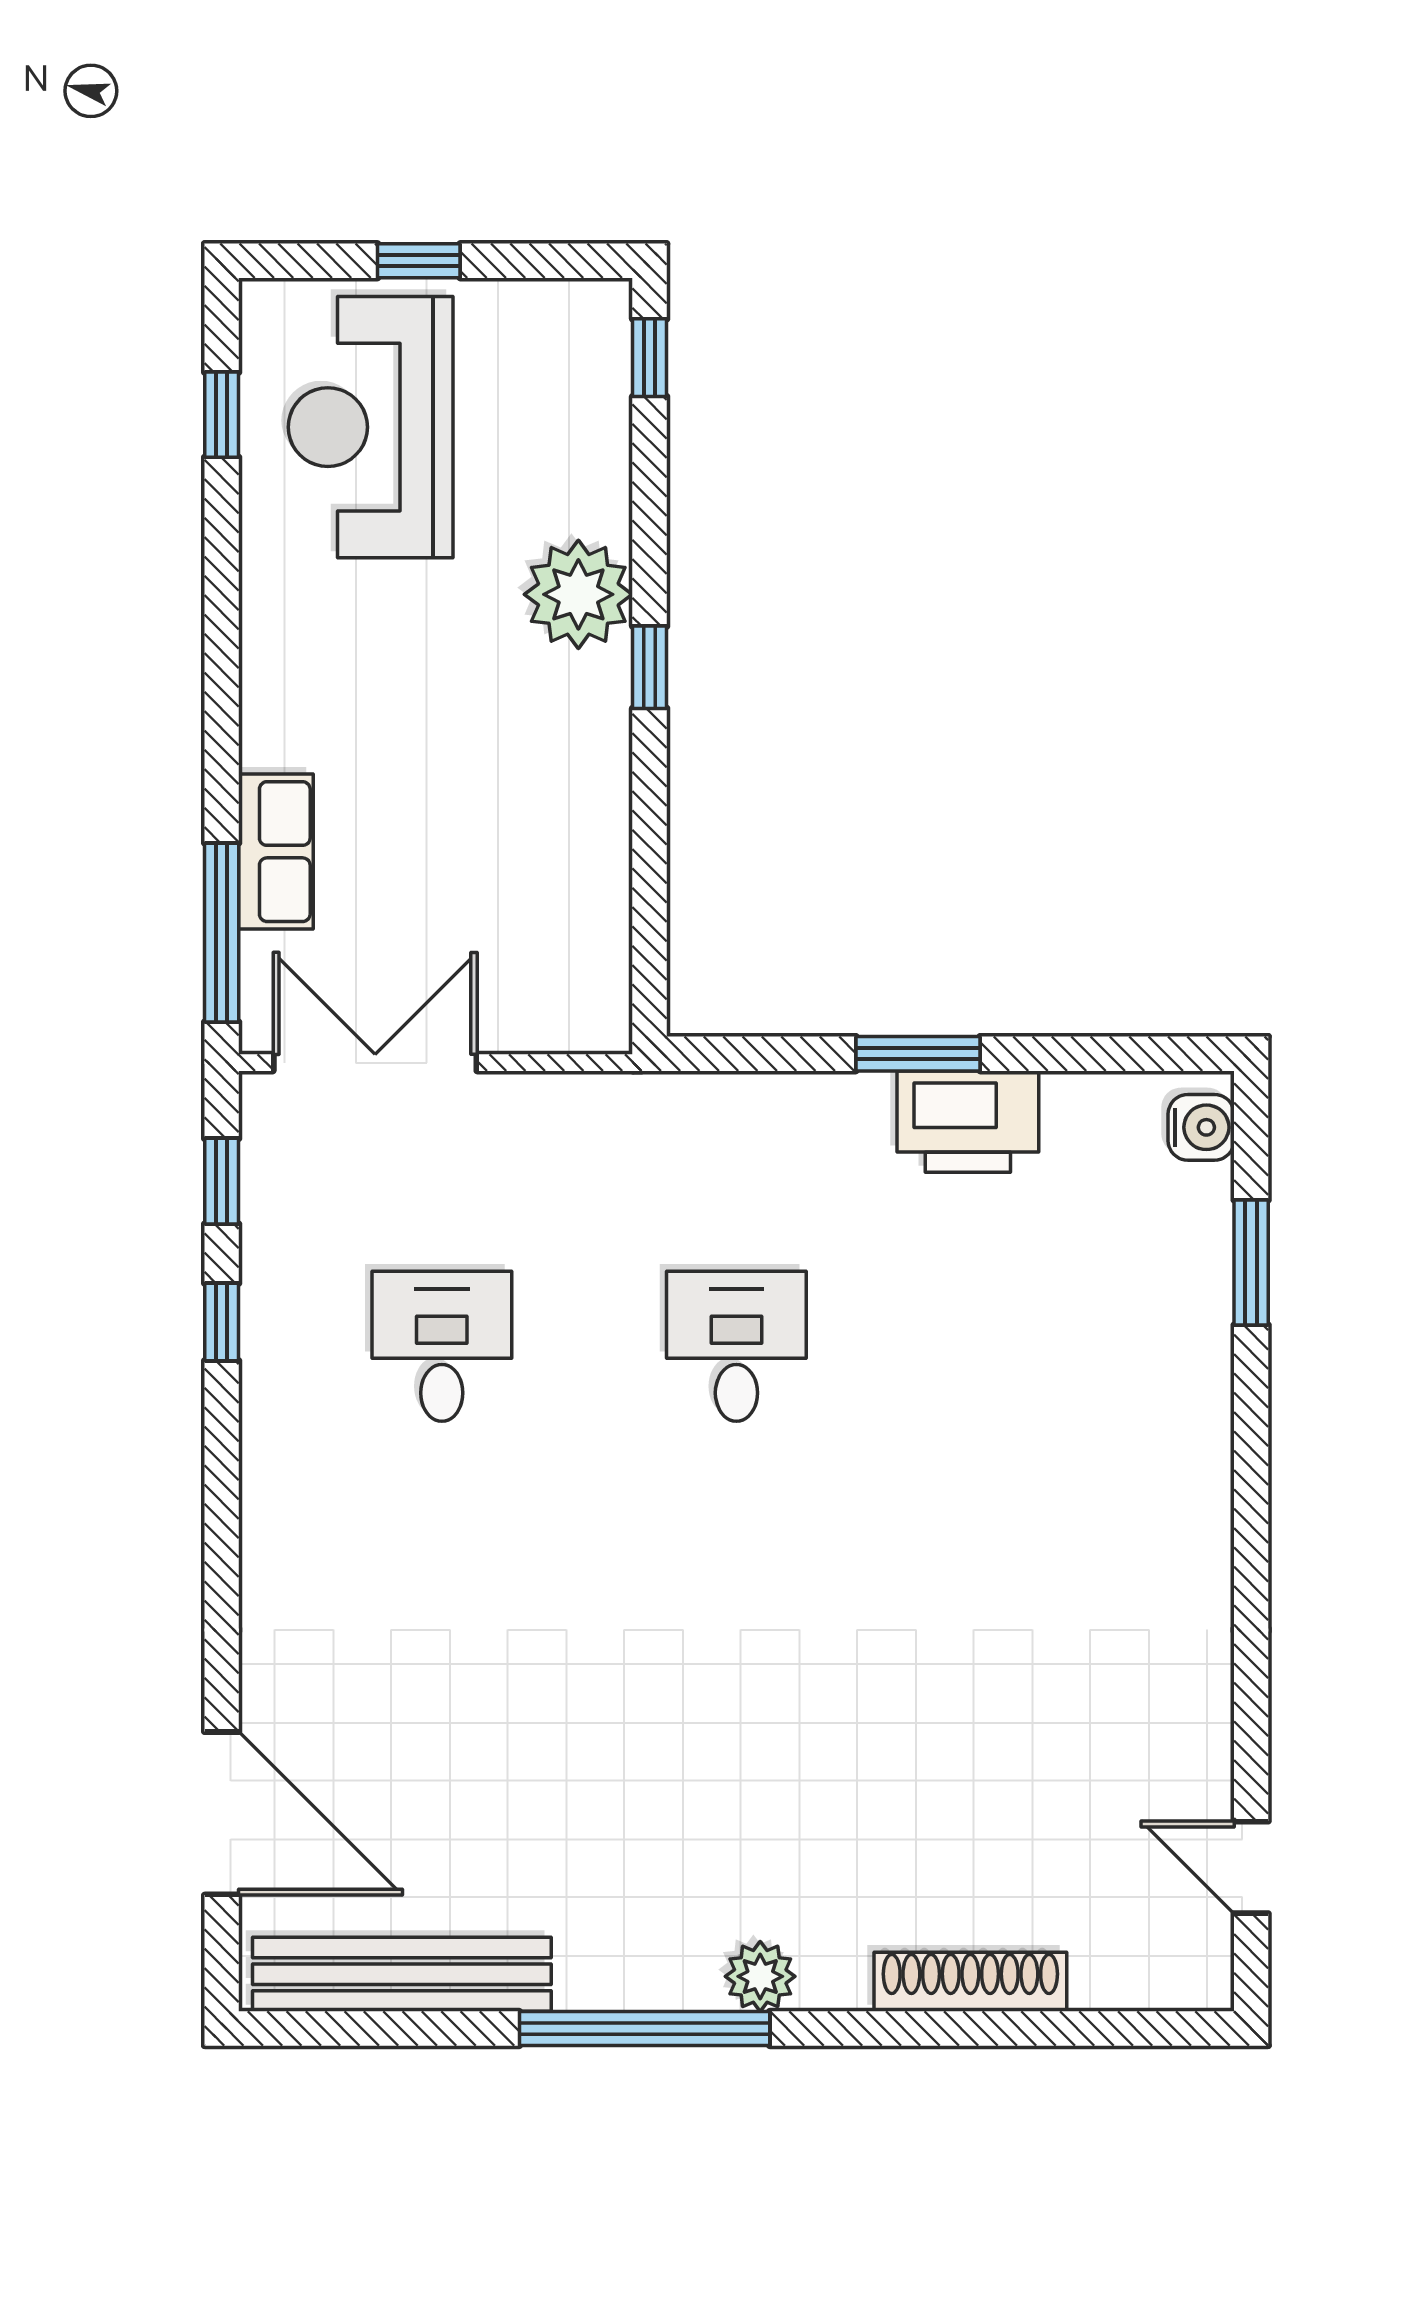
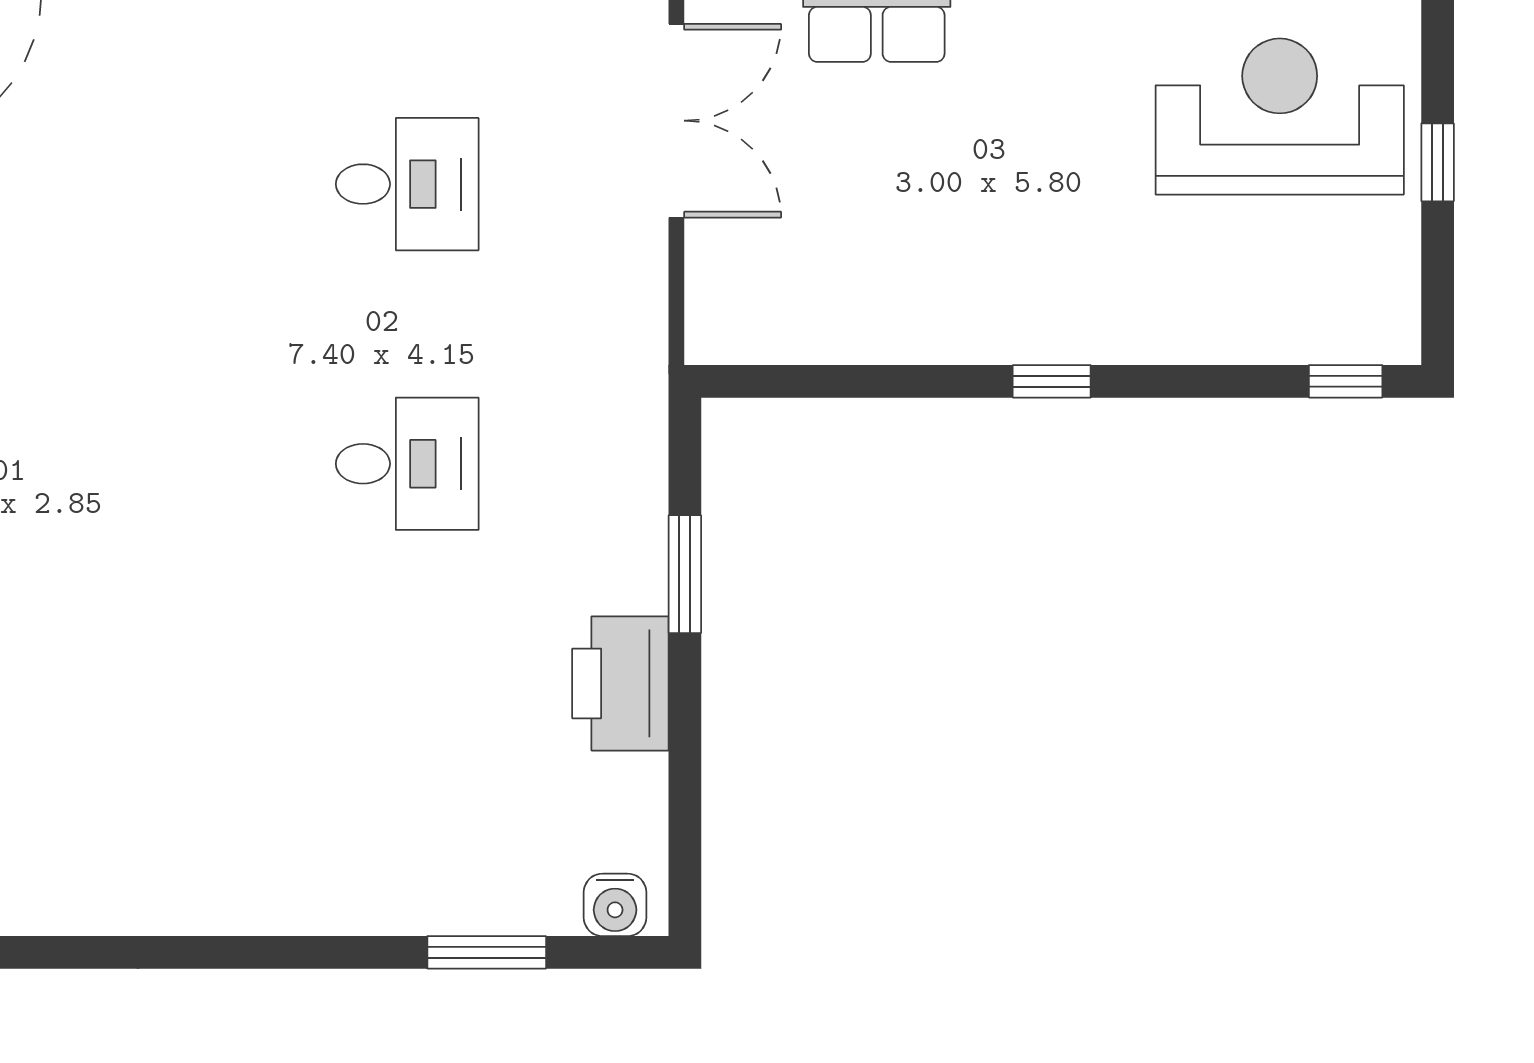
plant: (578, 594) -> (1121, 314), removed
window: (918, 1054) -> (685, 574), moved

